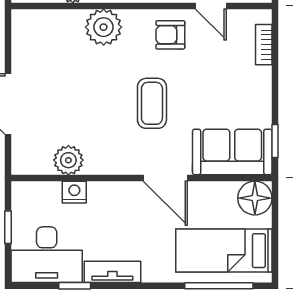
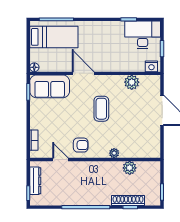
plant: (104, 27) -> (114, 153), width x0.53, depth x0.53
coffee table: (152, 103) -> (101, 109), moved
nightstand: (74, 192) -> (151, 66), moved
floor lamp: (255, 198) -> (34, 67), width x0.53, depth x0.53
tv unit: (112, 272) -> (110, 26), removed

